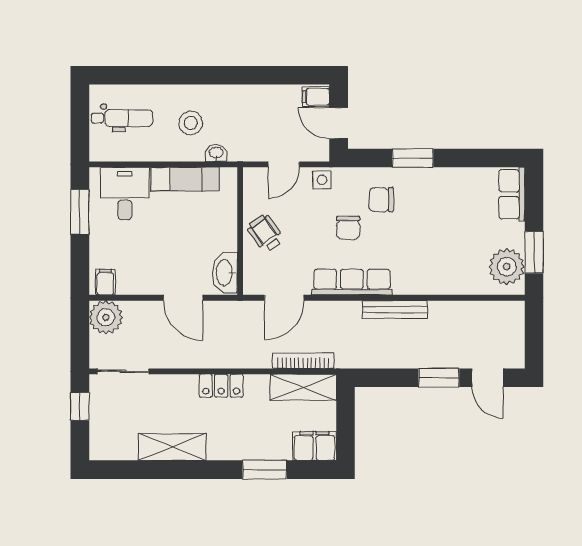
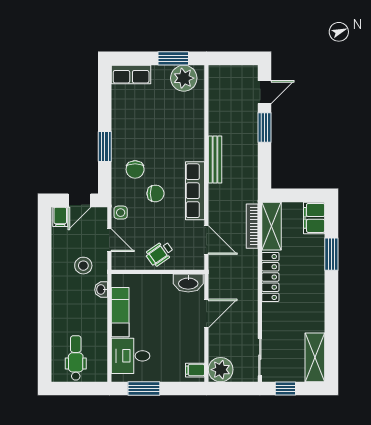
stool: (191, 123) -> (83, 266), moved
locker: (221, 386) -> (270, 277), width x1.53
shelving: (172, 447) -> (315, 357), moved

